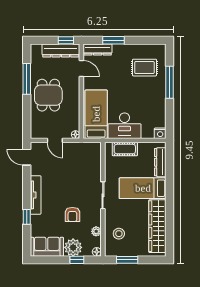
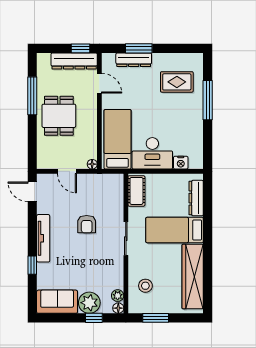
dresser: (98, 49) -> (134, 60), moved
nightstand: (160, 133) -> (181, 163), moved
cot: (125, 149) -> (136, 191), moved, turned 90
armchair: (72, 215) -> (87, 224), moved
plant: (96, 231) -> (118, 296), moved

